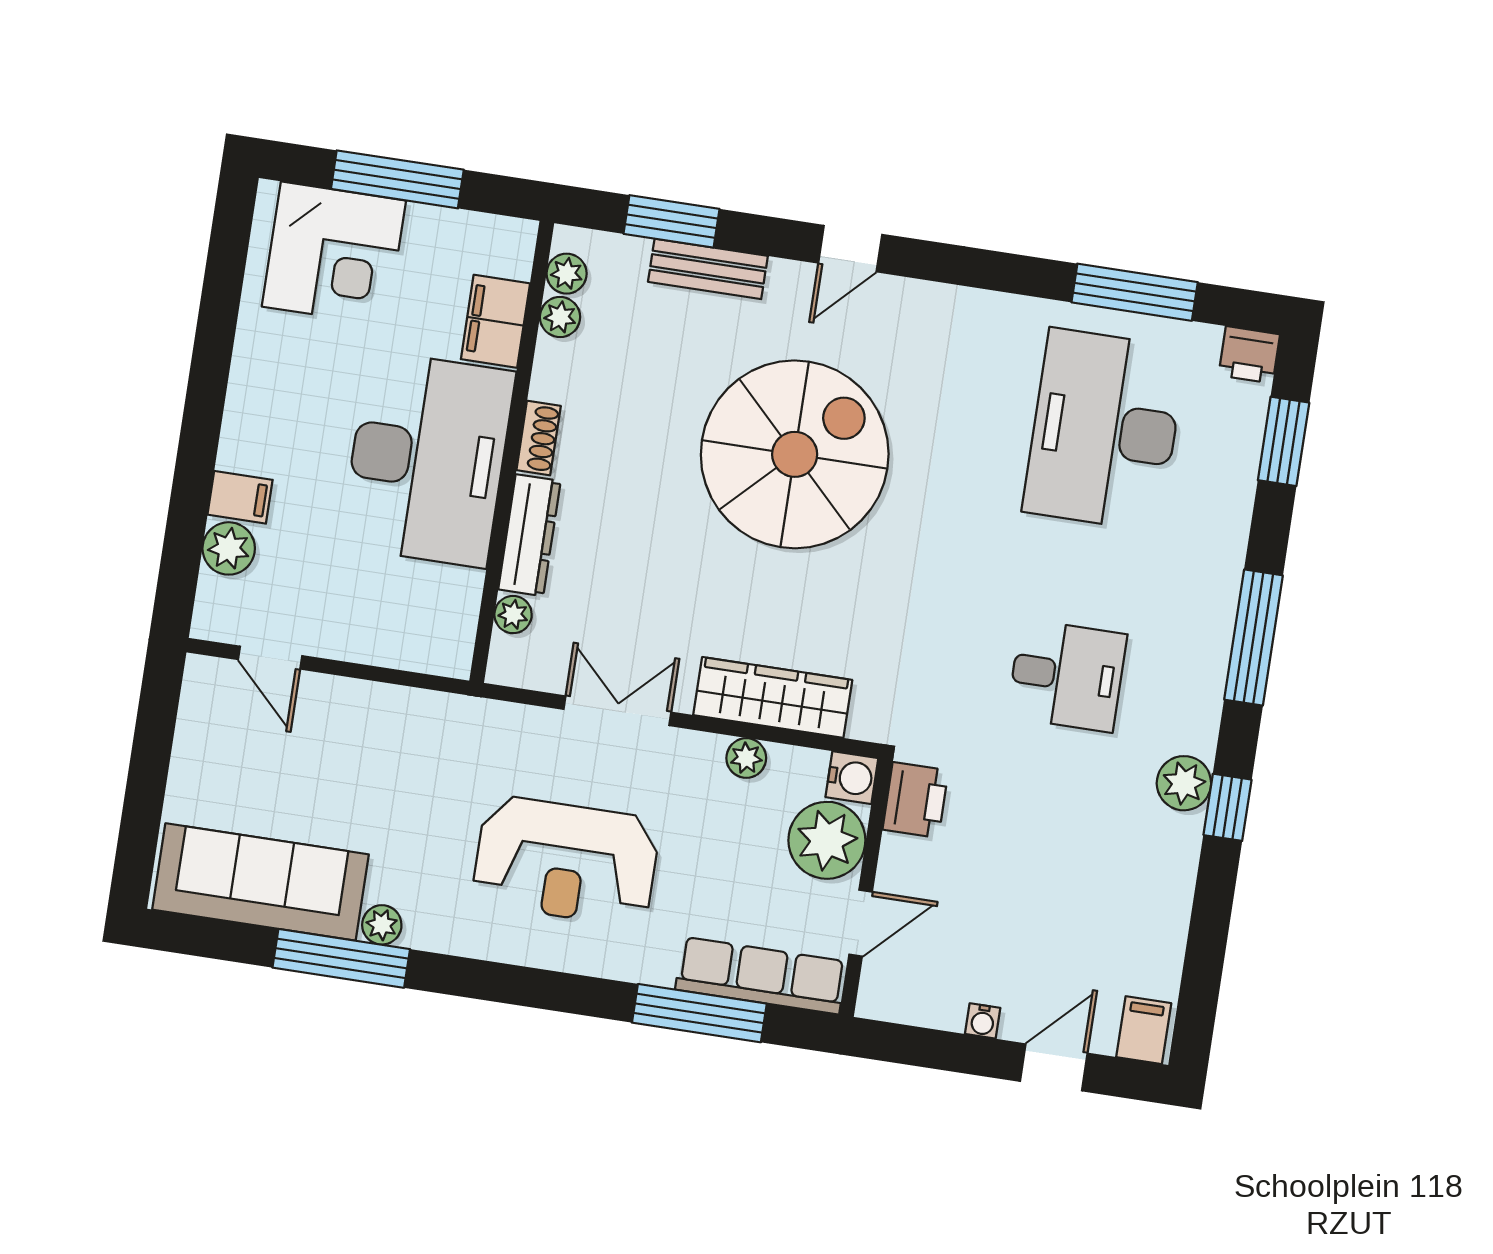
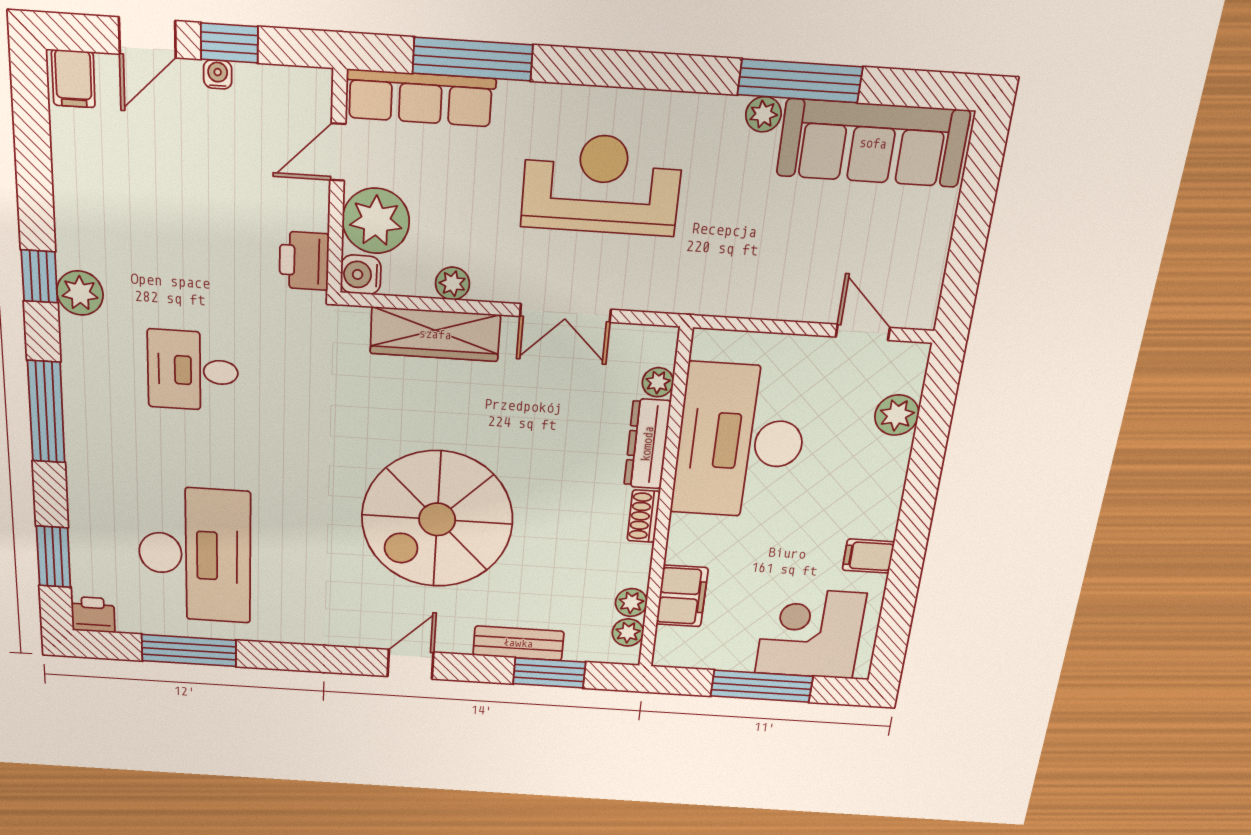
desk: (428, 459) -> (740, 442), moved
filing cabinet: (240, 497) -> (868, 556), moved
window: (965, 1054) -> (229, 43), added

